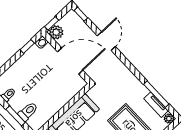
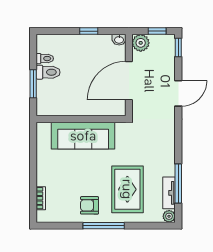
window: (52, 23) -> (157, 31), moved
window: (27, 46) -> (89, 31), moved
door: (70, 61) -> (129, 81), swing flipped
toilet: (28, 111) -> (48, 72), moved

